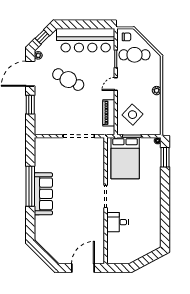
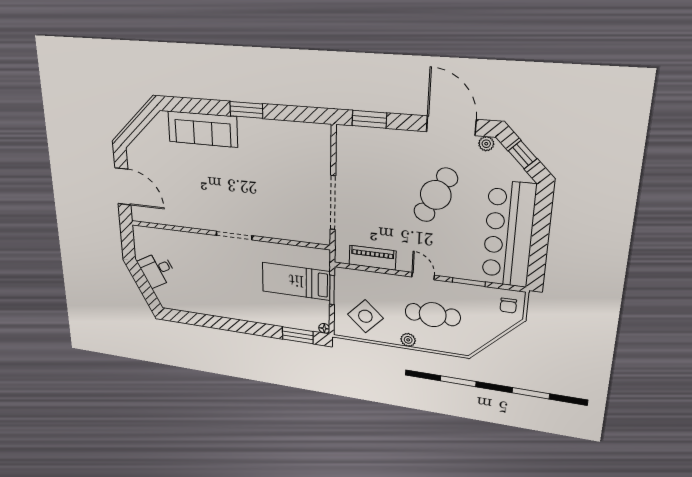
cafe table: (134, 55) -> (433, 315), moved, turned 90
window: (30, 105) -> (369, 119), moved
side table: (133, 115) -> (365, 316), moved
bed: (125, 158) -> (296, 281), width x0.67
window: (30, 186) -> (246, 110), width x0.47
sofa: (43, 194) -> (203, 129), moved
desk: (117, 222) -> (157, 270), moved, turned -118

